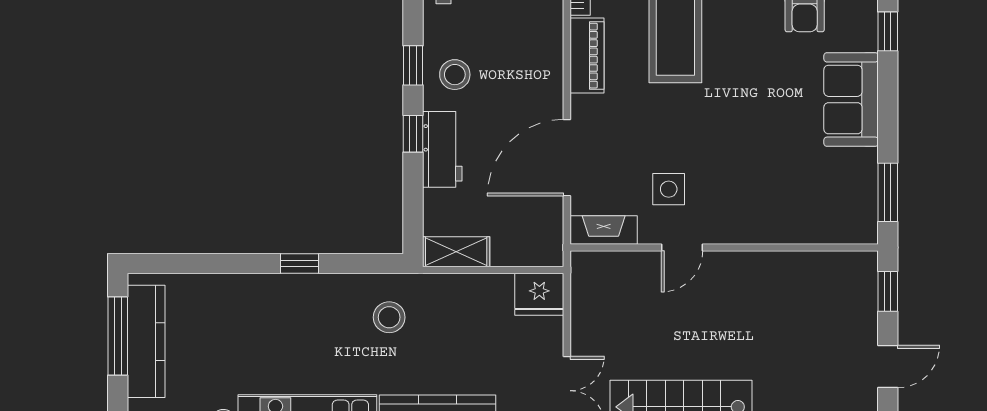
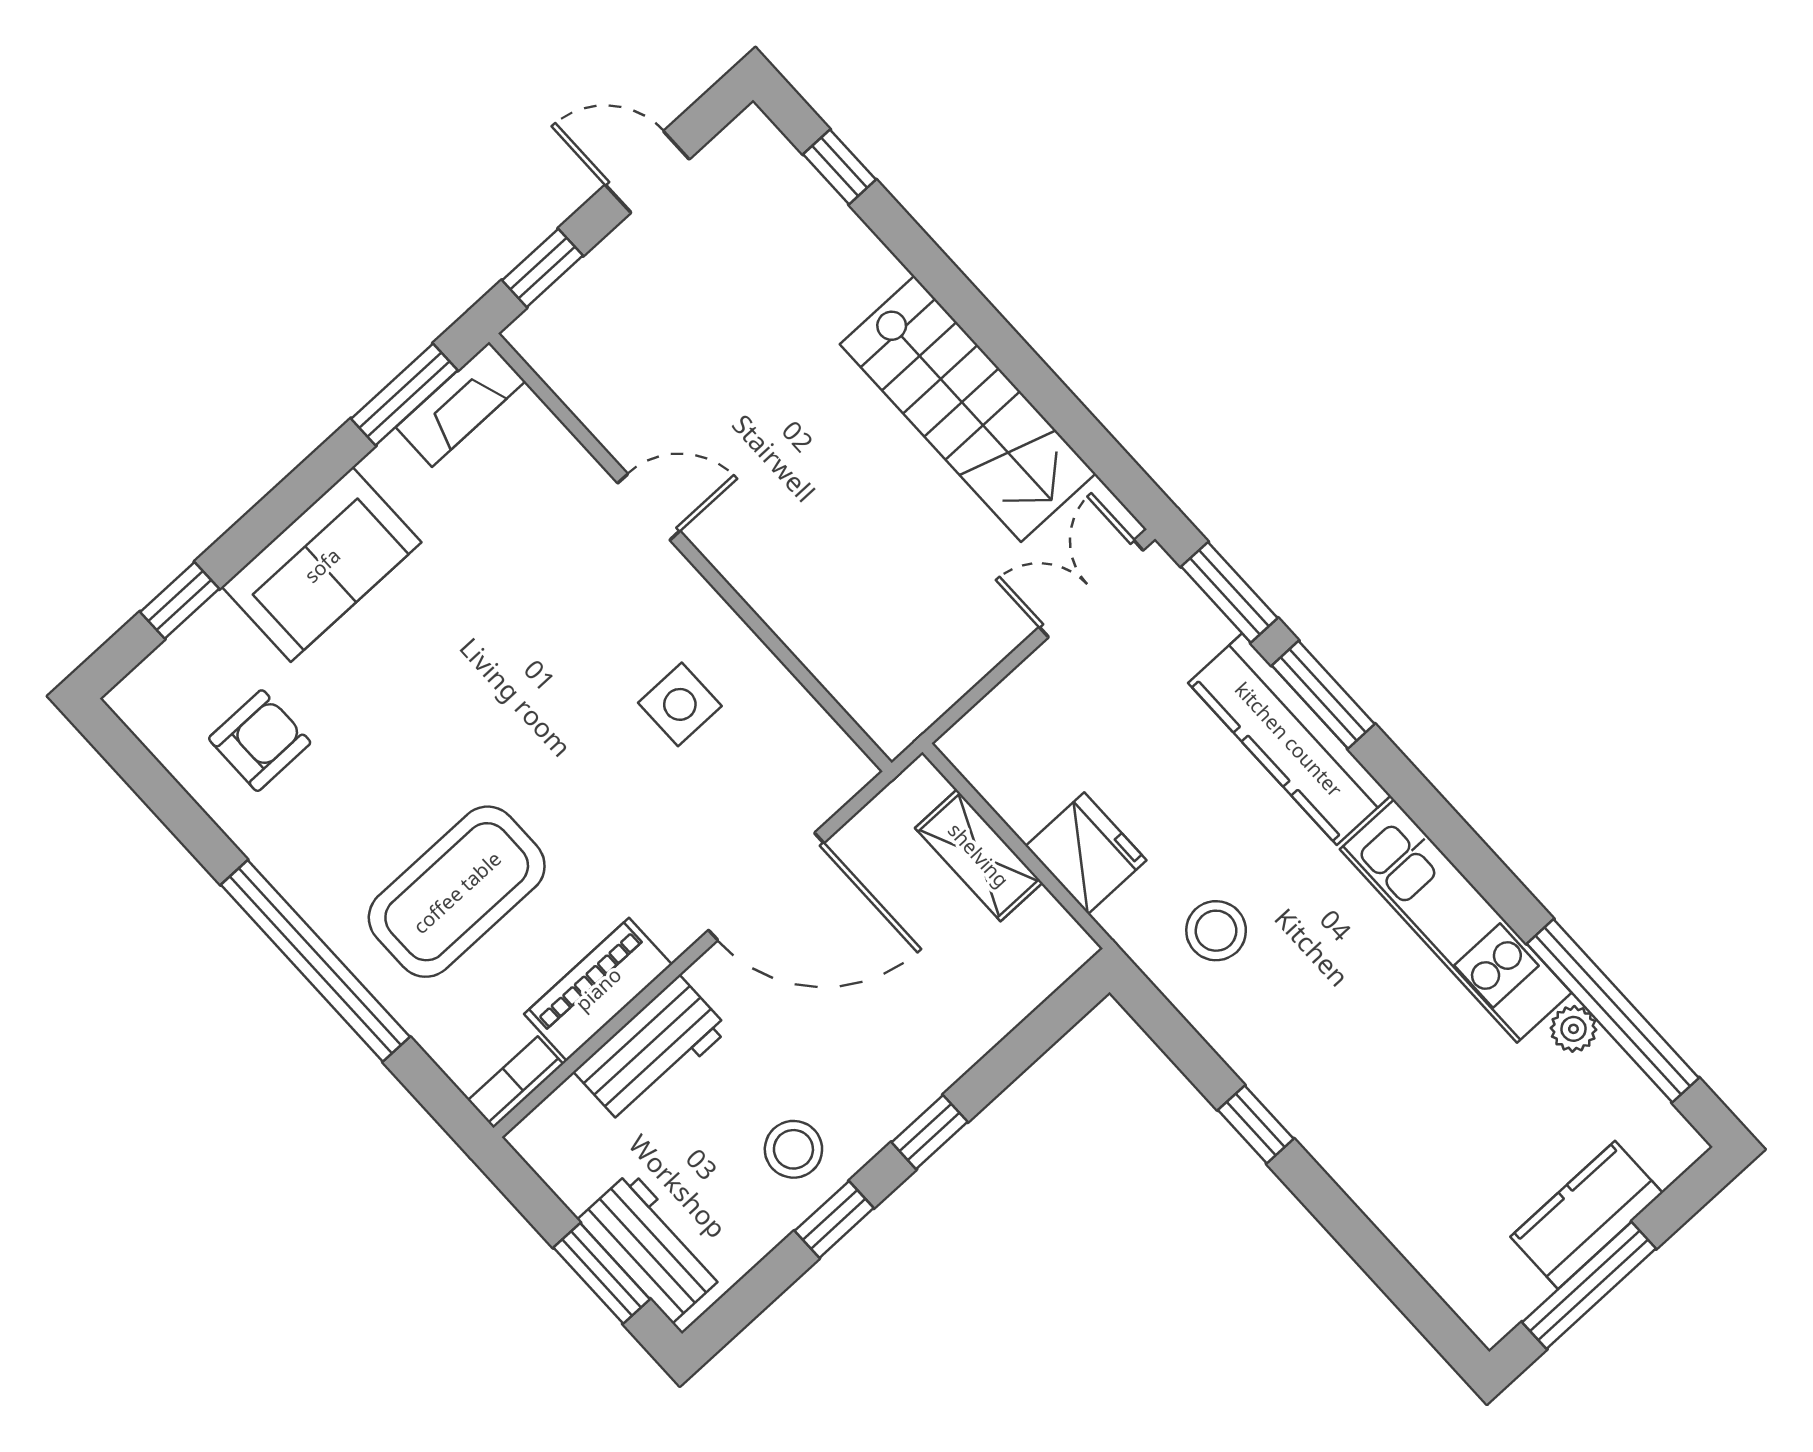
workbench: (442, 149) -> (651, 1050), moved, turned 180
fireplace: (604, 230) -> (461, 404), moved, turned -90
door: (682, 248) -> (649, 507), moved
shelving: (456, 252) -> (979, 855), moved
fridge: (539, 294) -> (1086, 853), moved
kitchen counter: (146, 341) -> (1587, 1215), width x0.67

